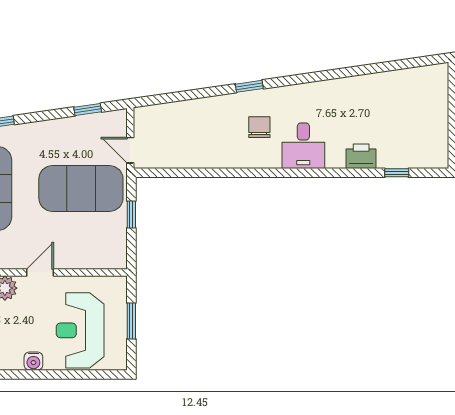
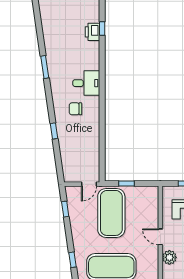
window: (331, 75) -> (45, 67), added
window: (249, 86) -> (54, 131), moved
printer: (361, 156) -> (92, 32), moved

